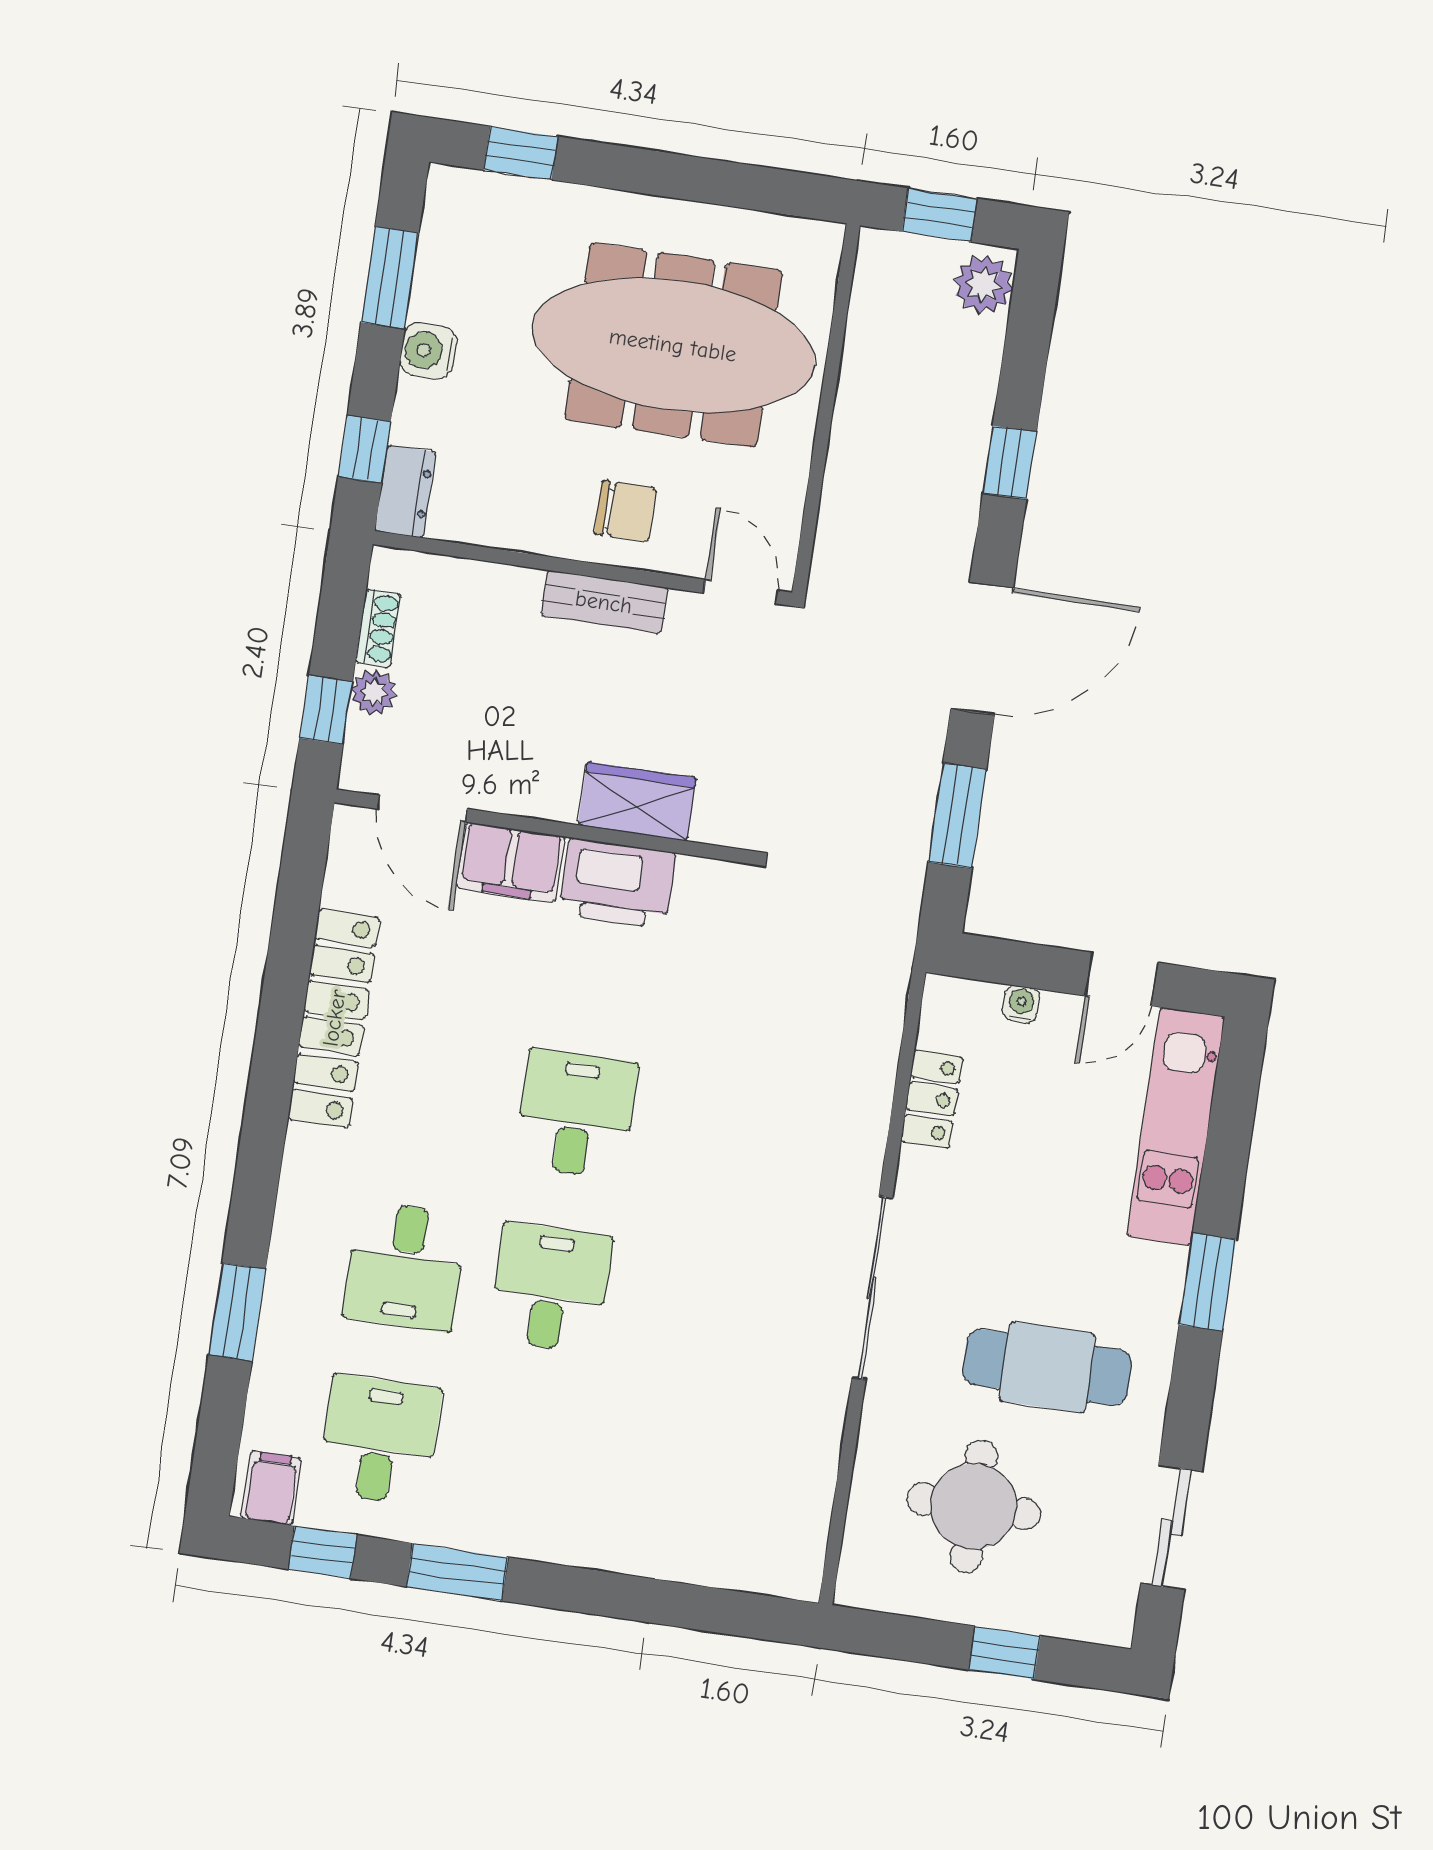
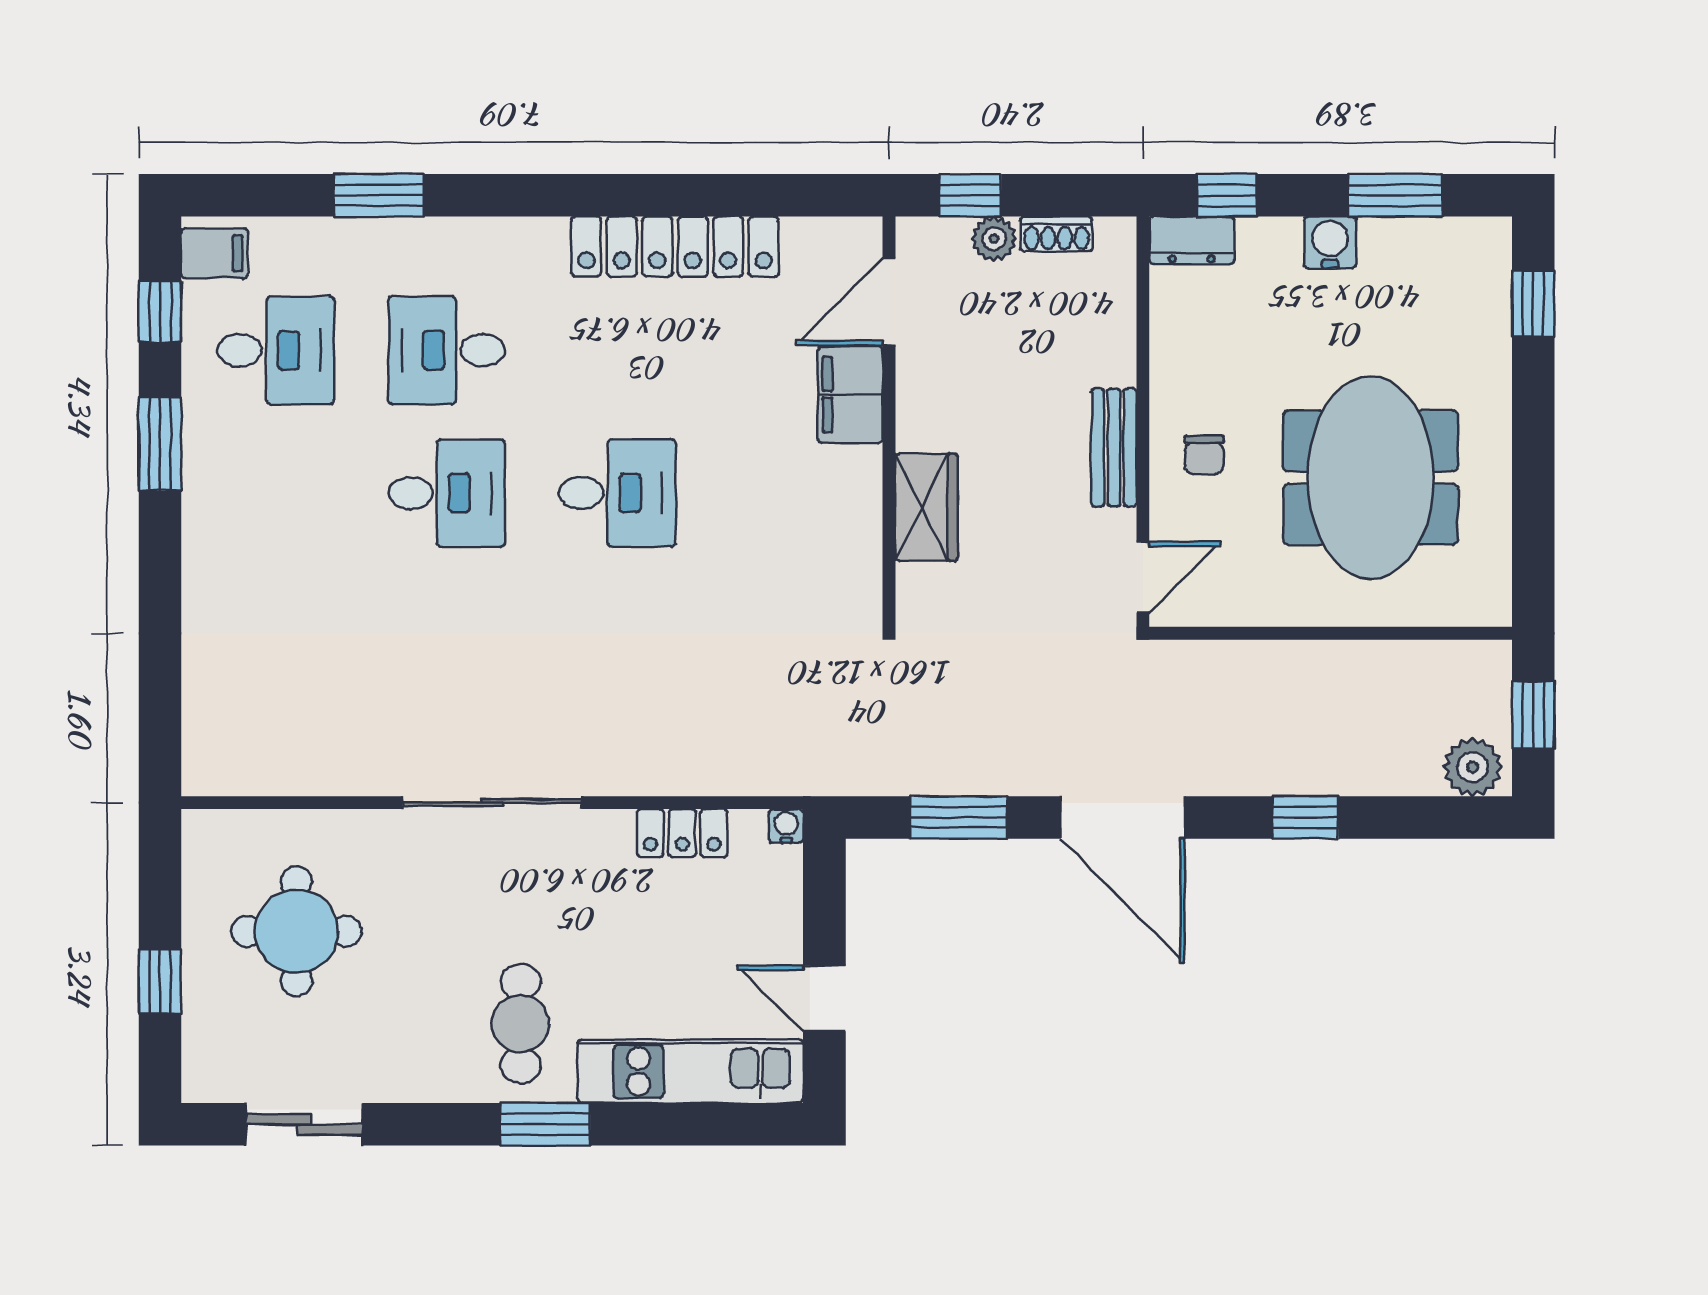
meeting table: (673, 345) -> (1371, 478), width x0.73
chair: (625, 511) -> (1204, 455), width x0.73, depth x0.73
printer: (617, 884) -> (845, 500), removed
water cooler: (1021, 1004) -> (786, 826), moved, turned -90
cafe table: (1047, 1367) -> (521, 1024), moved, width x0.73, depth x0.74

